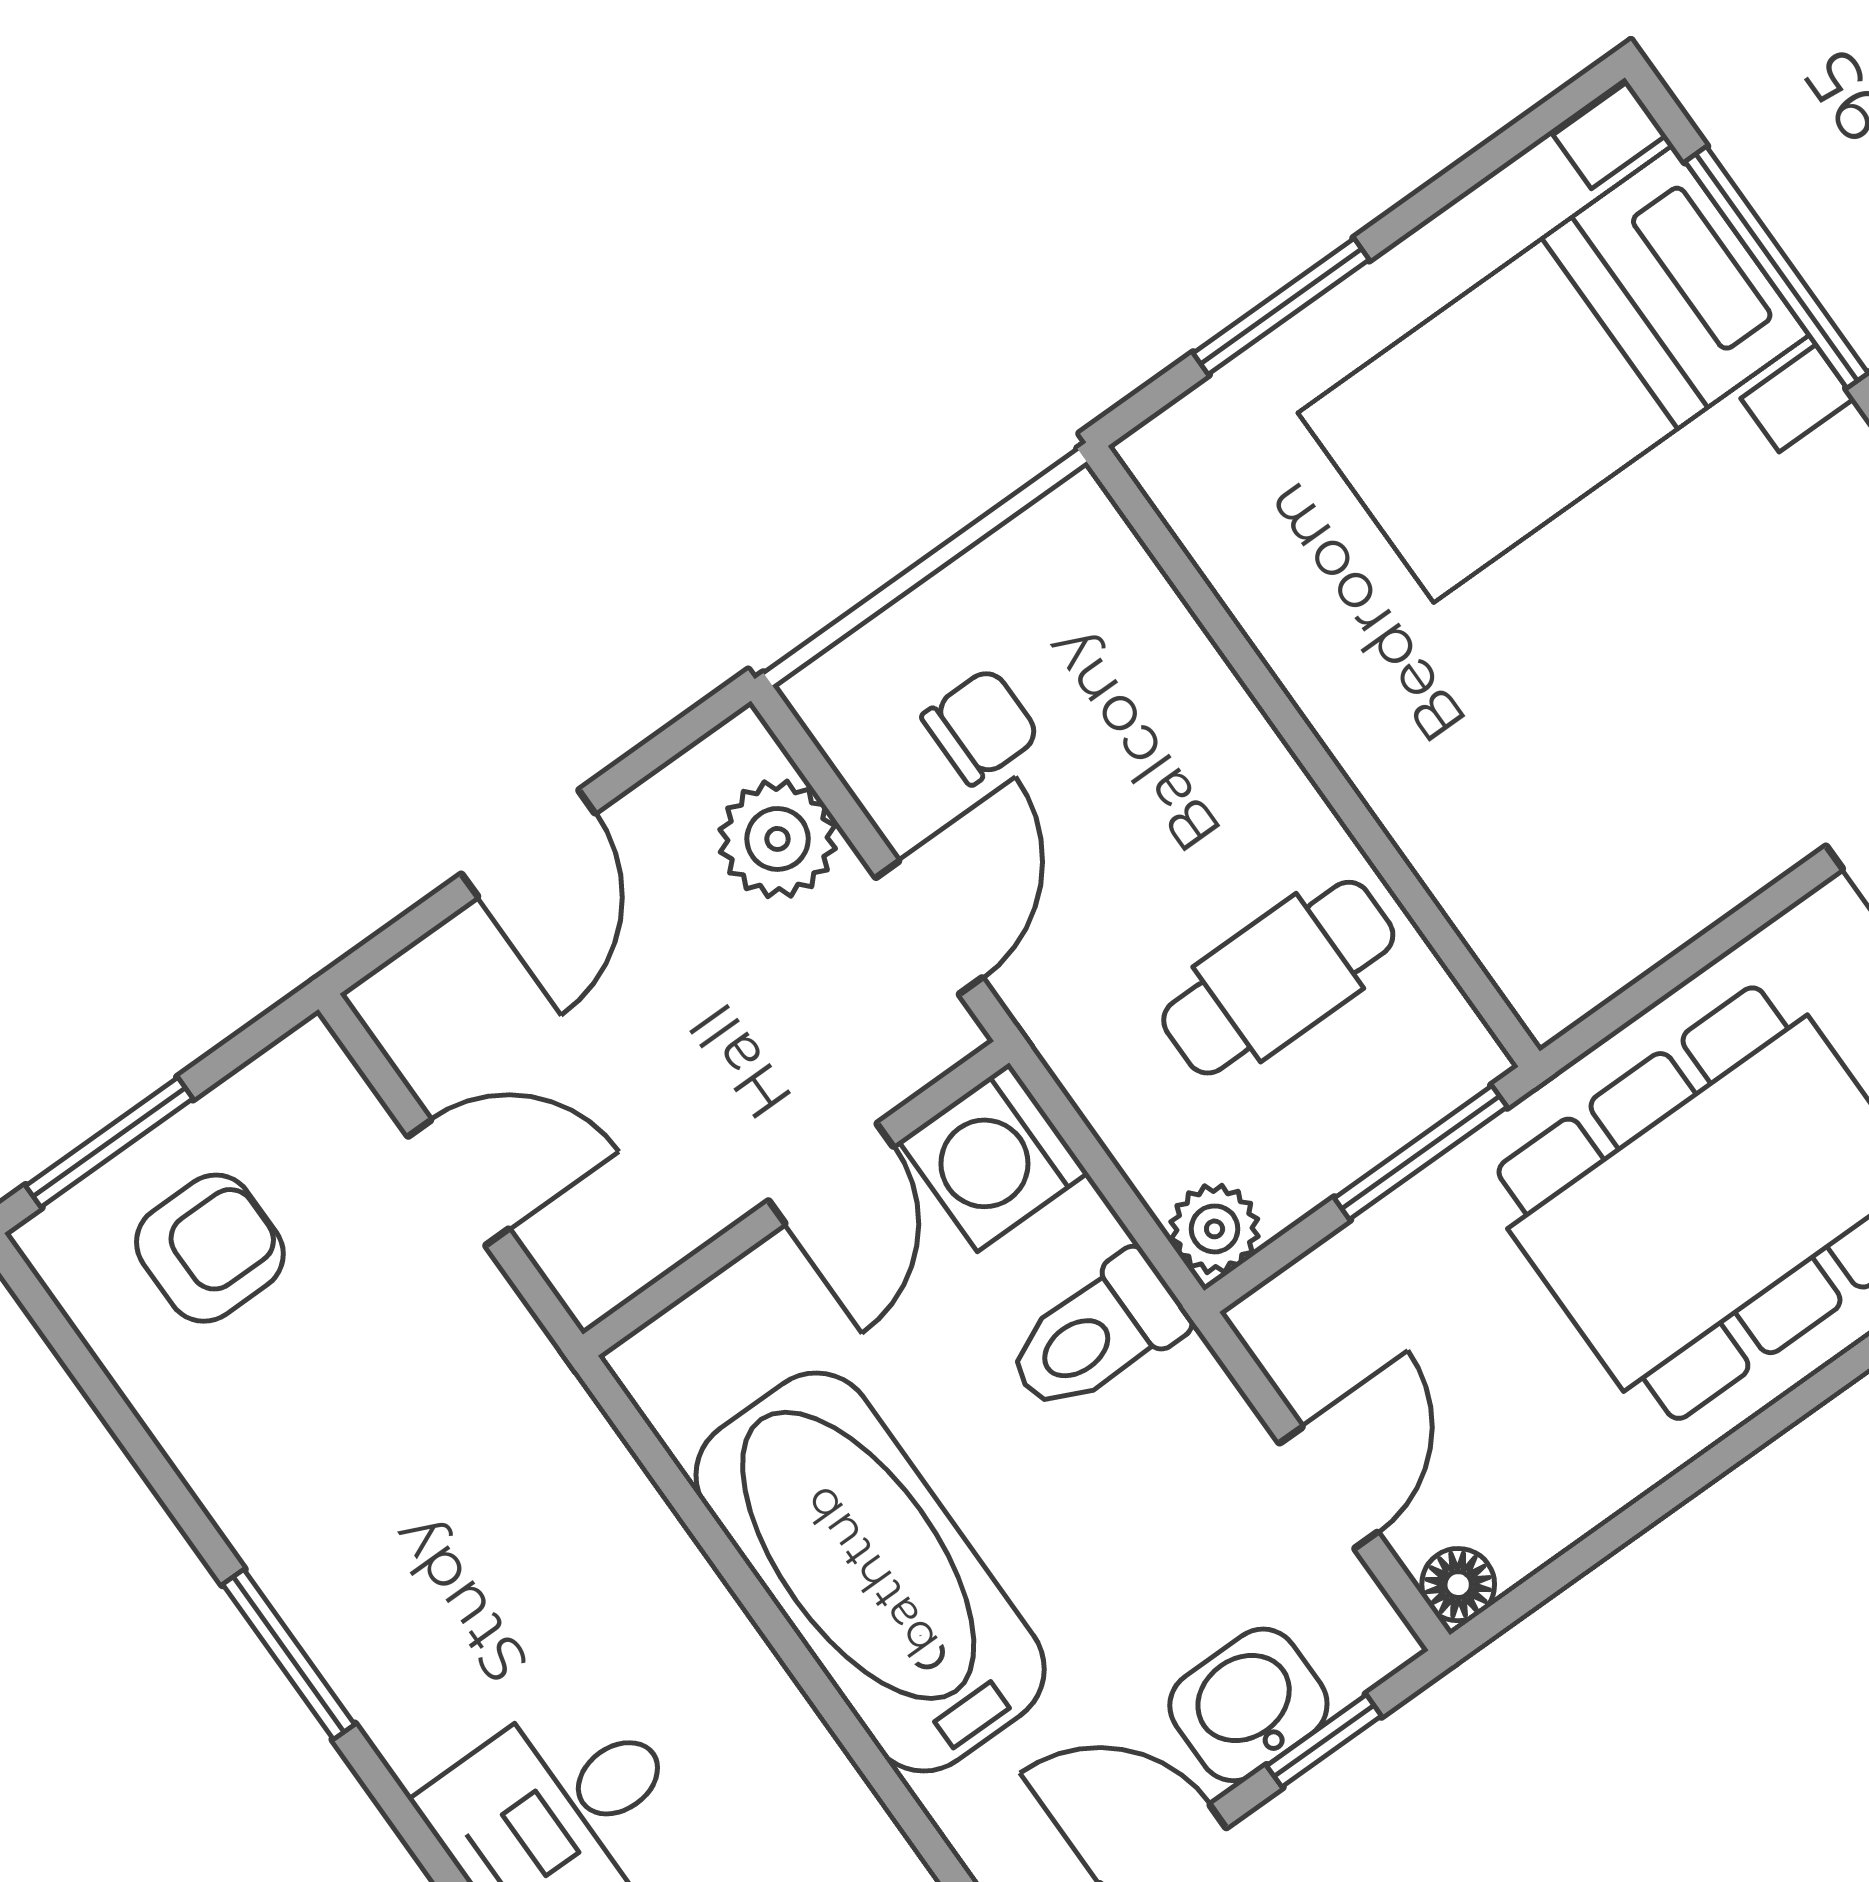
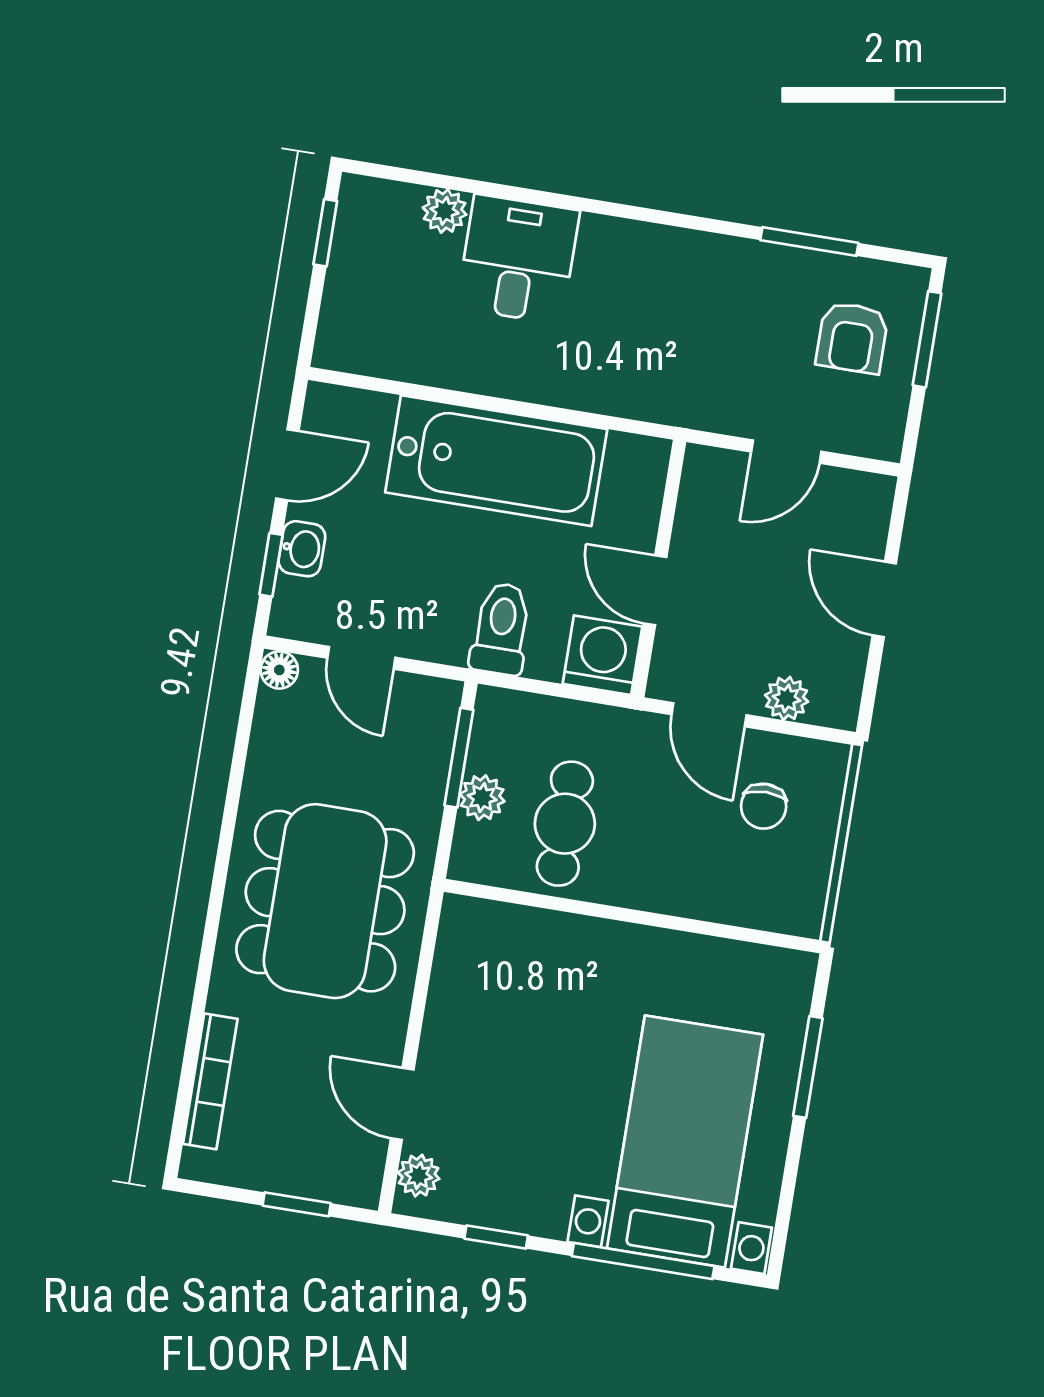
plant: (778, 839) -> (787, 698), width x0.73, depth x0.73
window: (1421, 1152) -> (459, 758), moved
plant: (1215, 1229) -> (482, 798), moved
window: (289, 1654) -> (809, 241), moved
washbasin: (1248, 1705) -> (302, 549), width x0.72, depth x0.69

